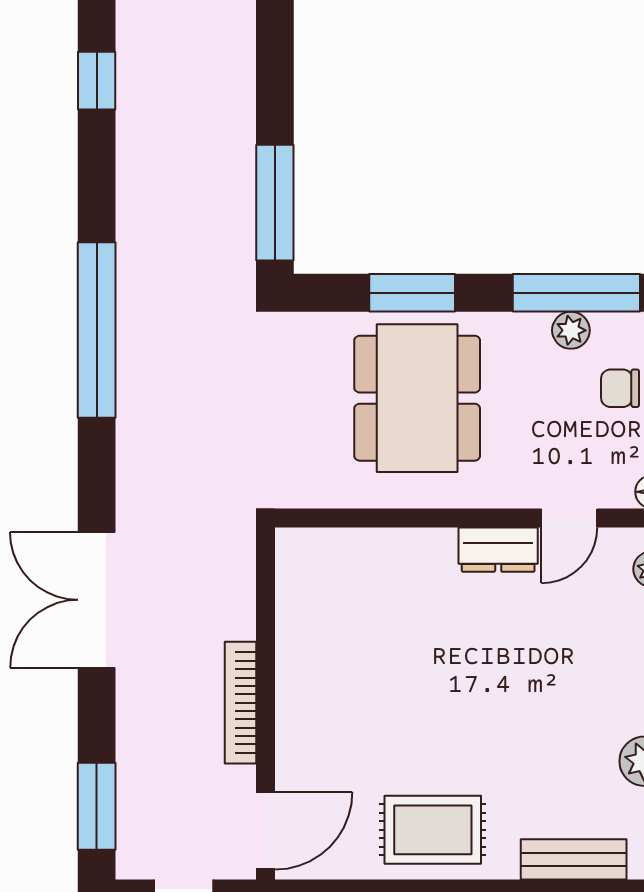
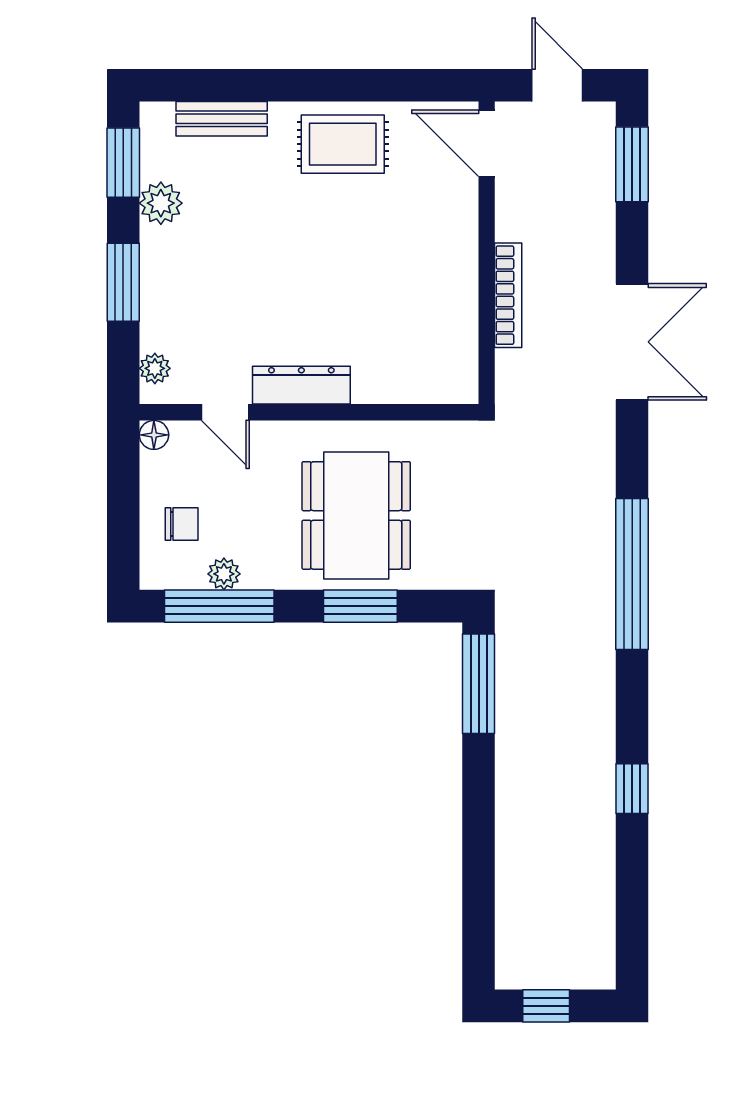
door: (569, 518) -> (225, 412), swing flipped
dresser: (498, 550) -> (301, 385), width x1.44
bookcase: (241, 703) -> (508, 295), moved
door: (266, 831) -> (487, 143), hinge flipped

